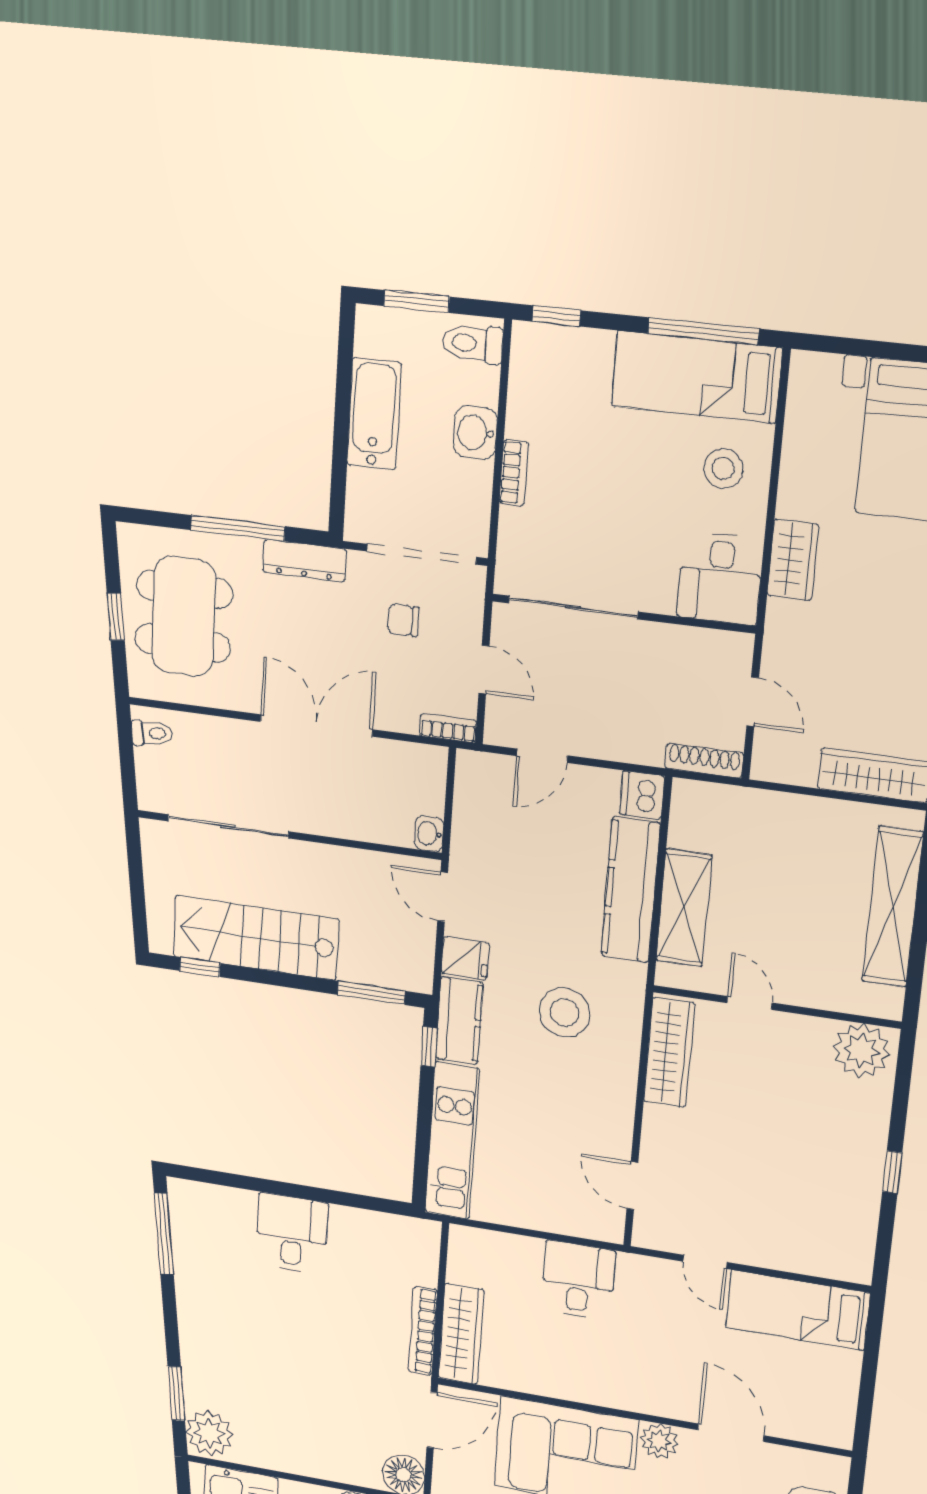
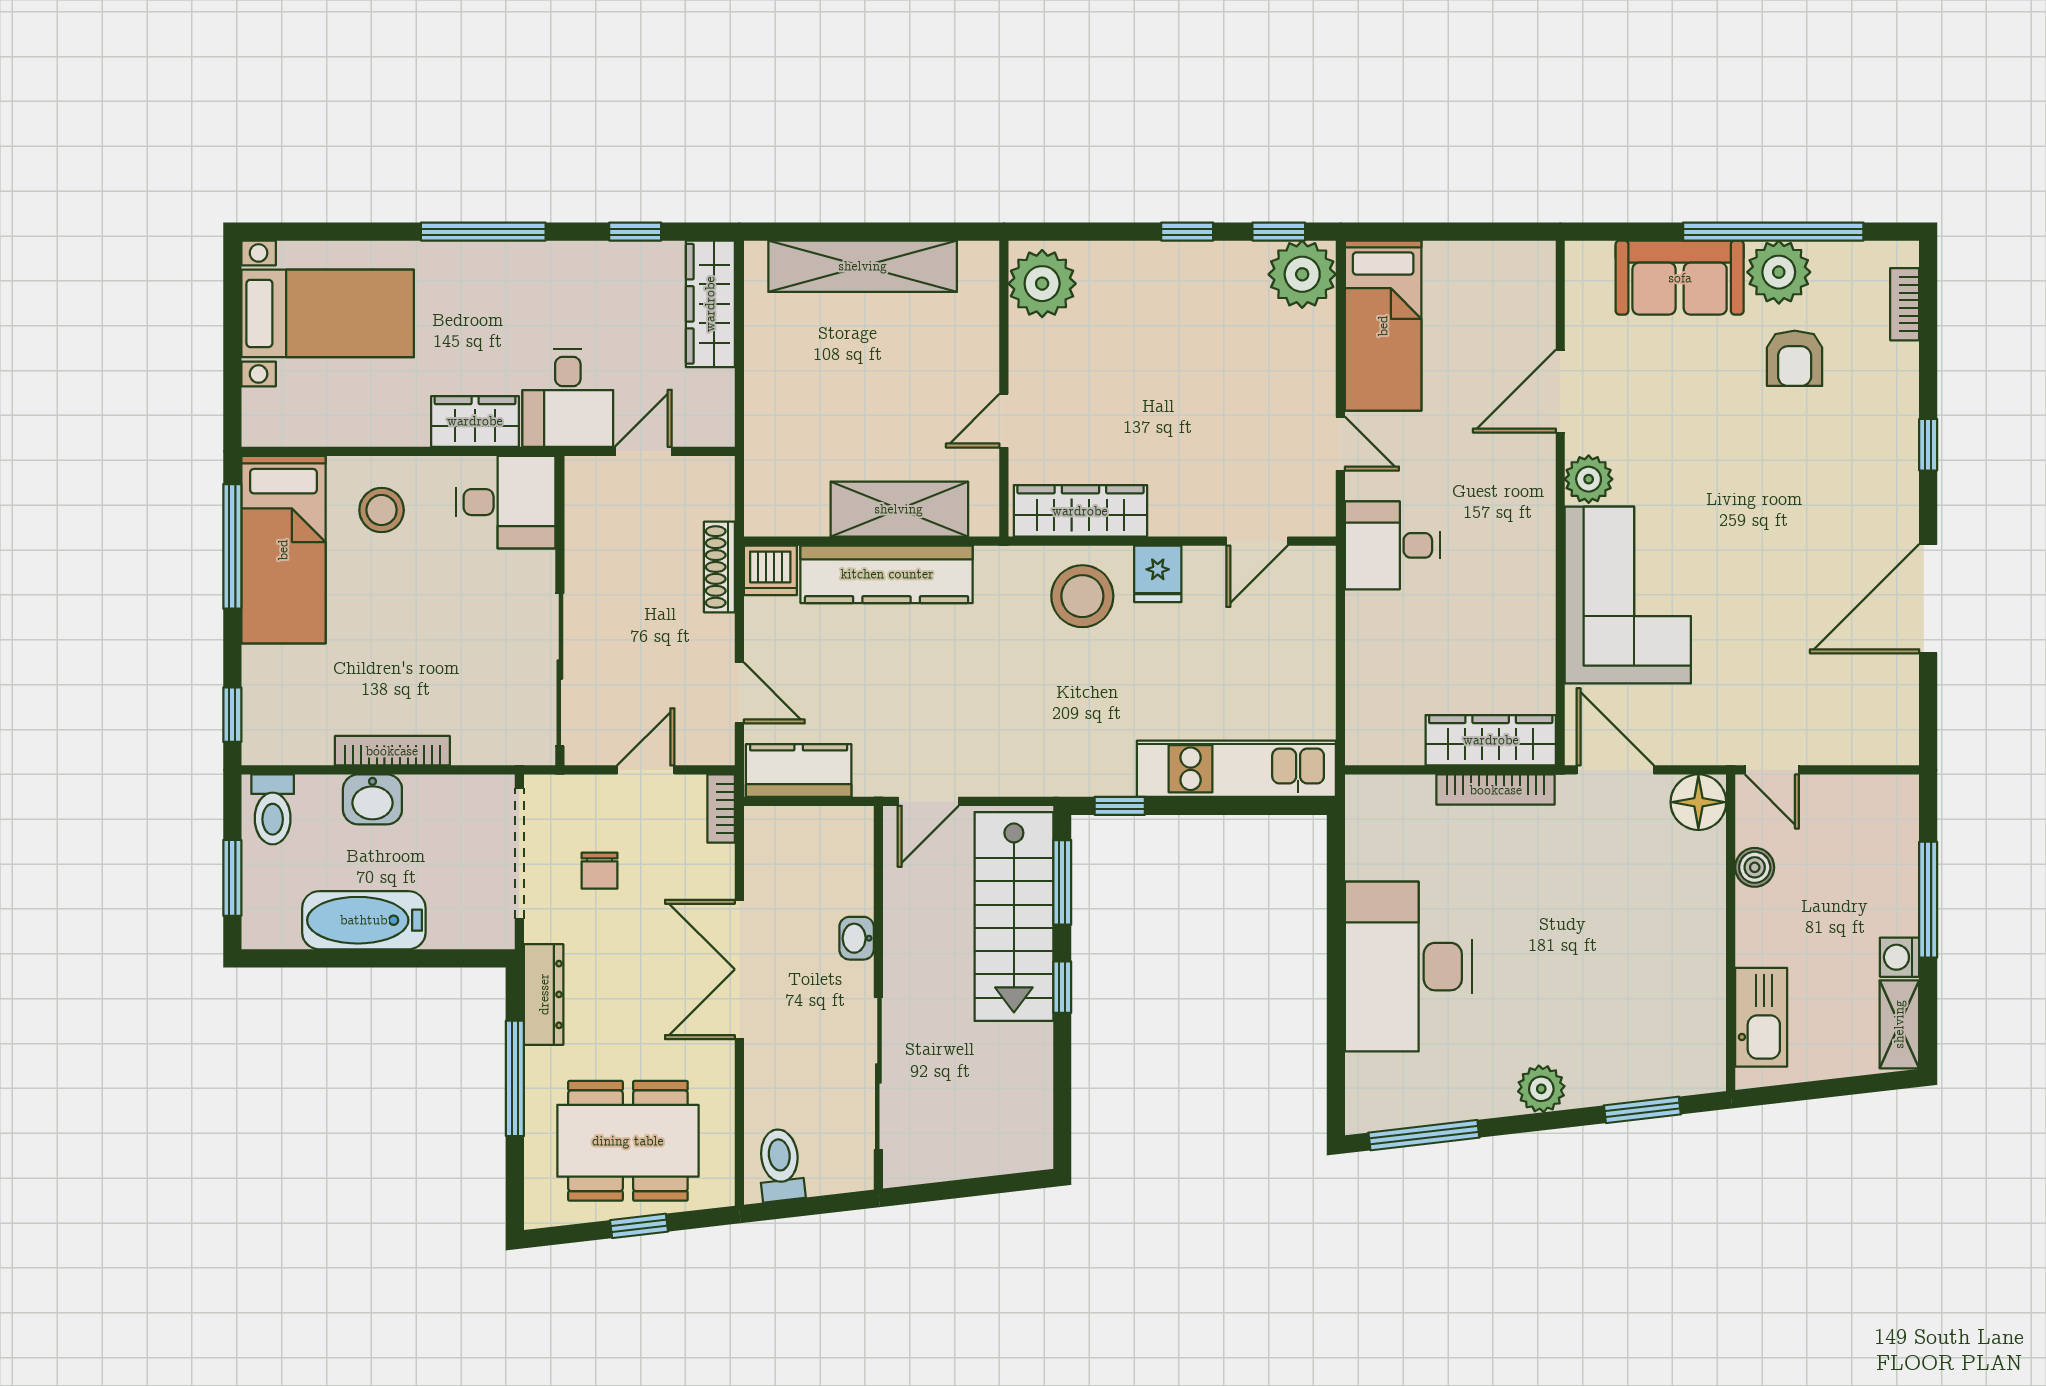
bookcase: (514, 473) -> (392, 751), width x1.56
desk: (805, 643) -> (568, 398), added
toilet: (152, 733) -> (780, 1165), width x1.37, depth x1.39
shoe rack: (704, 760) -> (719, 567), moved
washbasin: (429, 834) -> (857, 938), moved, turned 90
stairs: (256, 938) -> (1014, 916), moved
fridge: (465, 958) -> (1158, 574), moved, turned 180
window: (200, 967) -> (1062, 987), moved
stool: (565, 1012) -> (1082, 596), moved
kitchen counter: (459, 1021) -> (799, 770), moved
desk: (292, 1233) -> (1408, 967), width x1.87, depth x1.30
window: (884, 1243) -> (1279, 232), added
plant: (846, 1256) -> (1302, 274), added
door: (705, 1262) -> (1340, 444), hinge flipped
desk: (578, 1280) -> (1392, 545), moved
plant: (209, 1433) -> (1541, 1089), moved, width x0.73, depth x0.73

